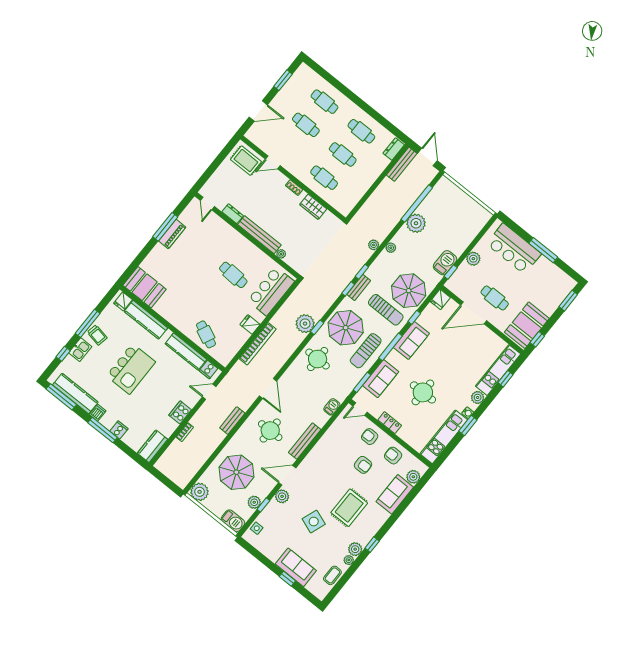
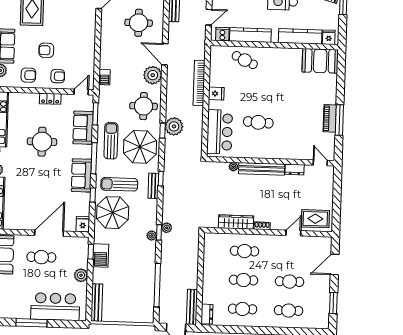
wardrobe: (313, 207) -> (236, 222), width x1.50
plant: (416, 223) -> (153, 75), moved
window: (362, 272) -> (159, 232), moved
bench: (305, 441) -> (97, 303), moved

